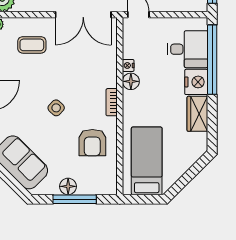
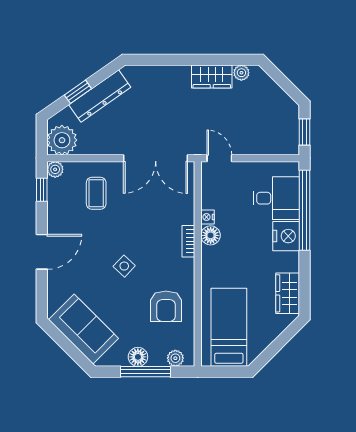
coffee table: (32, 45) -> (96, 193), turned 90
bookcase: (112, 102) -> (188, 241), moved
wardrobe: (197, 114) -> (288, 293), moved
plant: (100, 188) -> (175, 358), added

